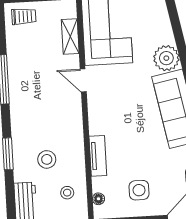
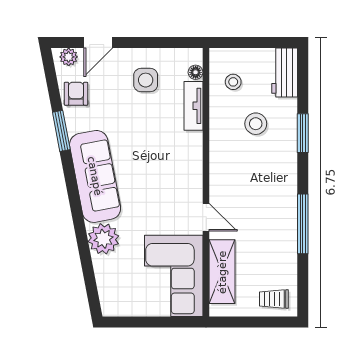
shelving: (70, 37) -> (222, 272), width x1.50, depth x1.33
tv unit: (98, 156) -> (193, 106), moved

